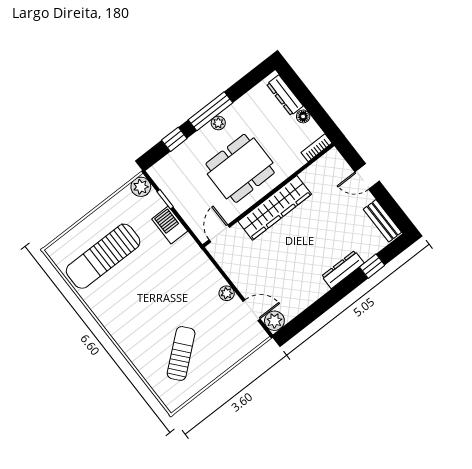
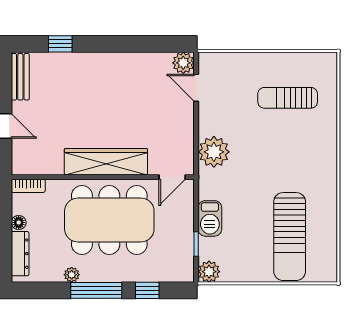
plant: (218, 123) -> (72, 275), moved
dining table: (240, 168) -> (109, 220), width x1.36, depth x1.24
sun lounger: (103, 256) -> (290, 237), turned 90
dresser: (343, 270) -> (88, 61), removed
plant: (227, 293) -> (214, 152), moved, width x1.88, depth x1.88
sun lounger: (181, 353) -> (288, 98), turned 40

